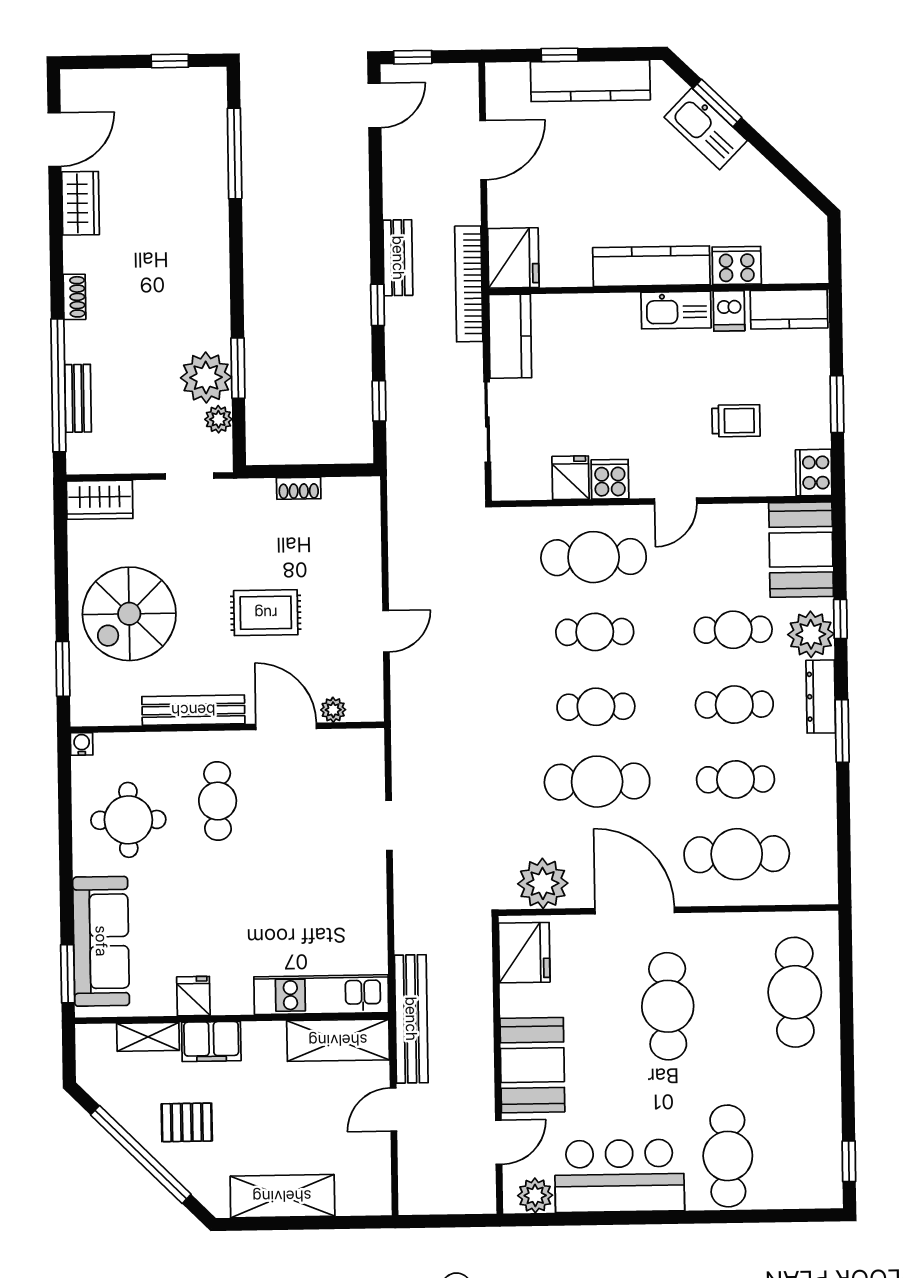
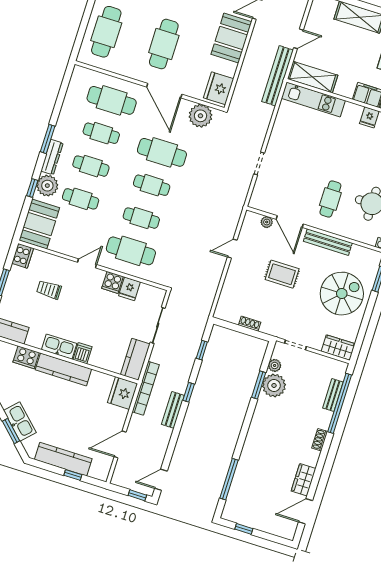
dishwasher: (729, 311) -> (83, 353), moved

